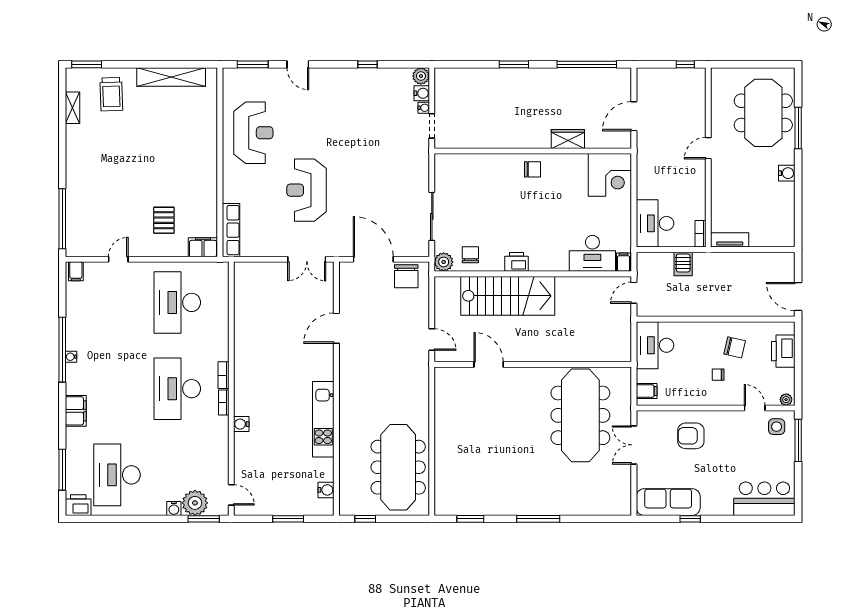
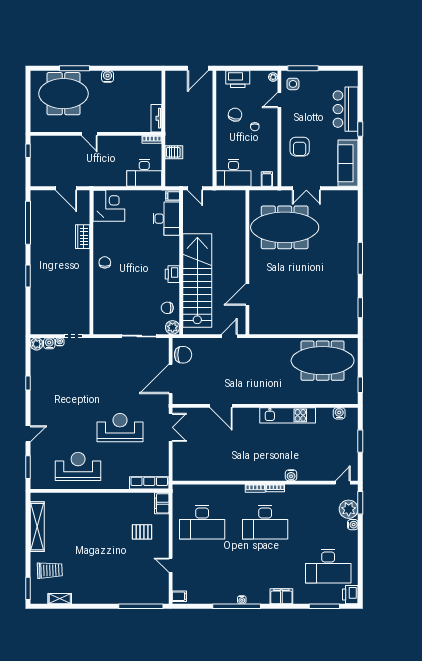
reception desk: (307, 190) -> (120, 428), turned 180
stairs: (508, 296) -> (197, 280), width x1.36
bar counter: (764, 499) -> (346, 109), moved
window: (690, 519) -> (360, 129), moved

